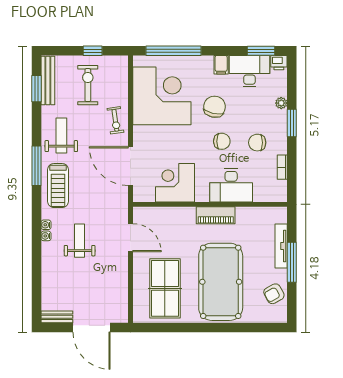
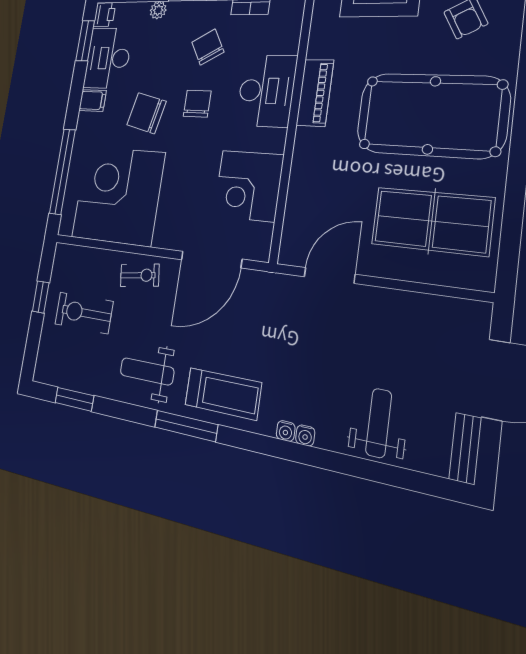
bench: (48, 80) -> (67, 378), removed
chair: (257, 143) -> (208, 47), turned 150
piano: (216, 215) -> (315, 93), moved
weight bench: (80, 241) -> (379, 423), moved, turned 90

